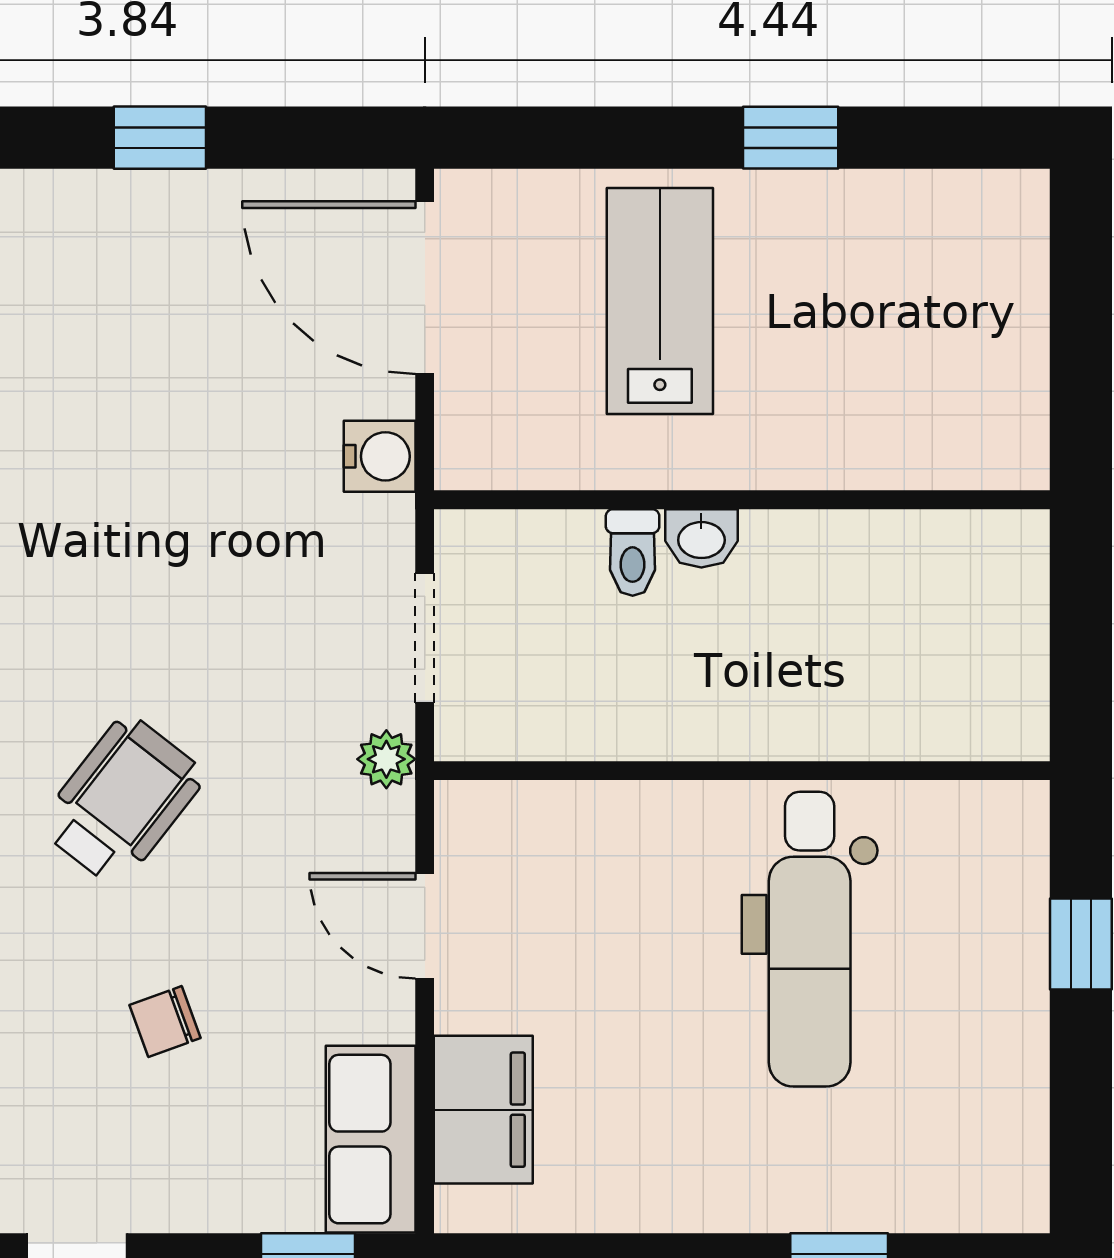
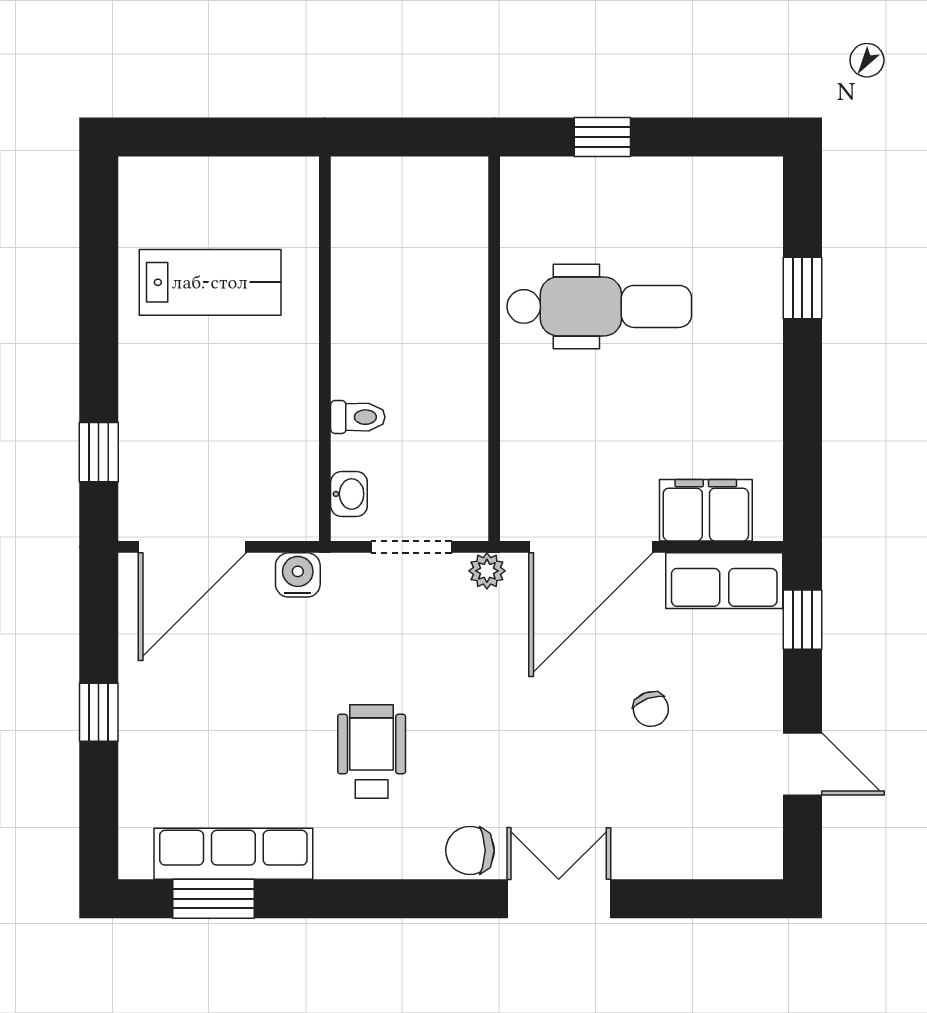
window: (791, 138) -> (99, 452), moved
lab bench: (660, 301) -> (210, 282), moved, turned 180
washbasin: (701, 538) -> (349, 494), moved
wheelchair: (122, 800) -> (372, 752), moved, turned 52
door: (425, 926) -> (591, 547), width x1.87

